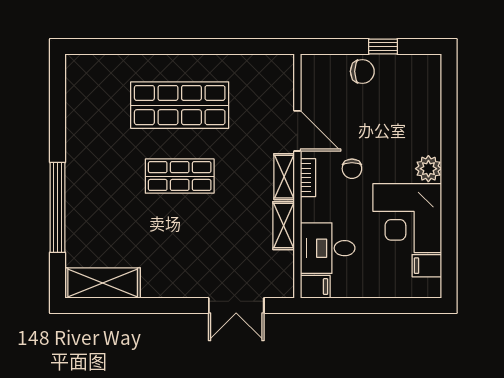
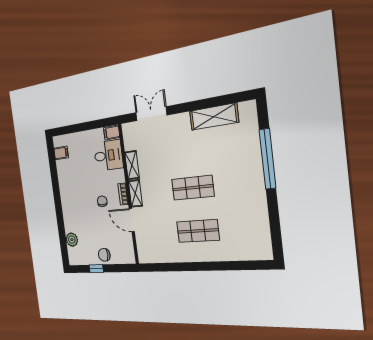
shop shelf: (180, 105) -> (198, 231), width x0.70, depth x0.74
plant: (428, 169) -> (72, 240), moved
corner desk: (407, 218) -> (73, 177), removed
shelving: (103, 283) -> (214, 117), moved

